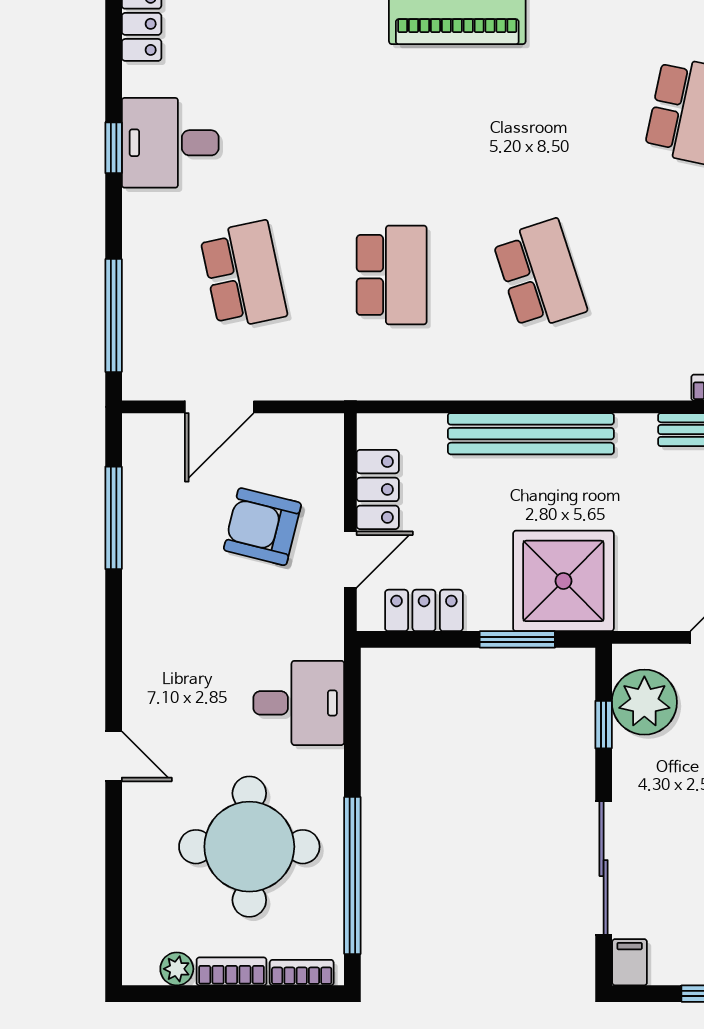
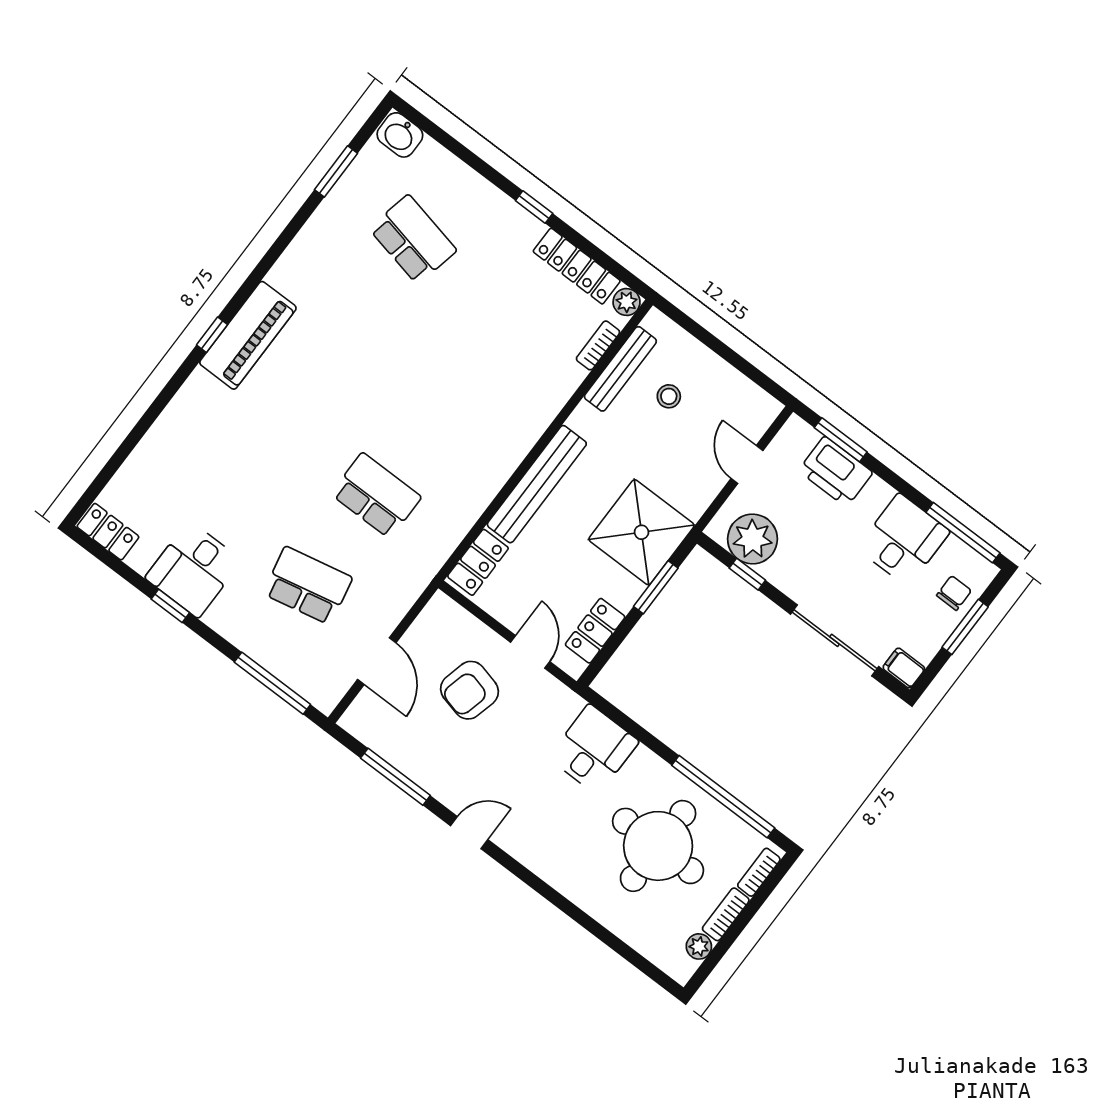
school desk: (540, 275) -> (444, 405), removed
locker: (378, 489) -> (478, 562), moved, turned 90
door: (114, 756) -> (469, 833), moved

